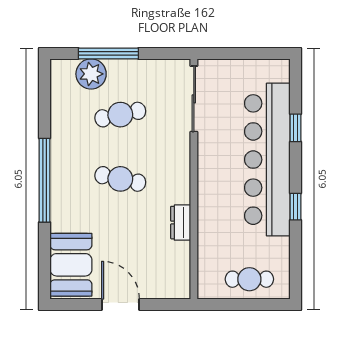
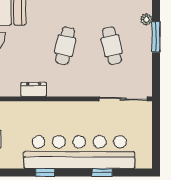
window: (108, 53) -> (156, 37), width x0.69
plant: (91, 74) -> (146, 19), width x0.53, depth x0.53

